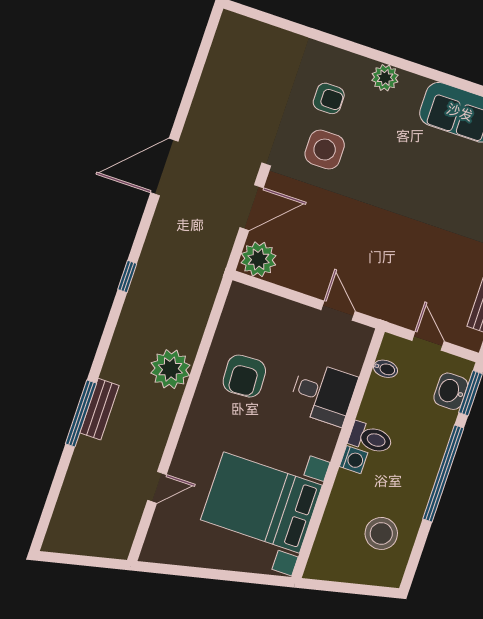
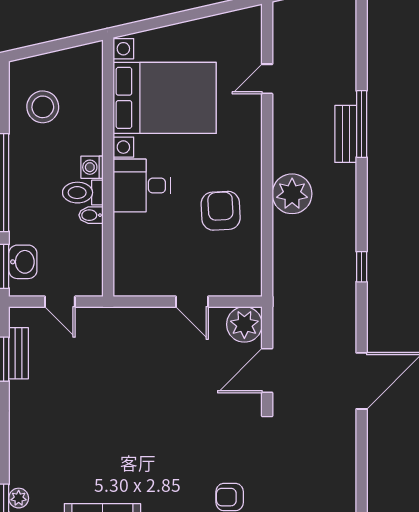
side table: (325, 150) -> (217, 448), removed
door: (338, 311) -> (192, 302), moved
bidet: (385, 369) -> (91, 215), moved
desk: (323, 393) -> (142, 186), moved

